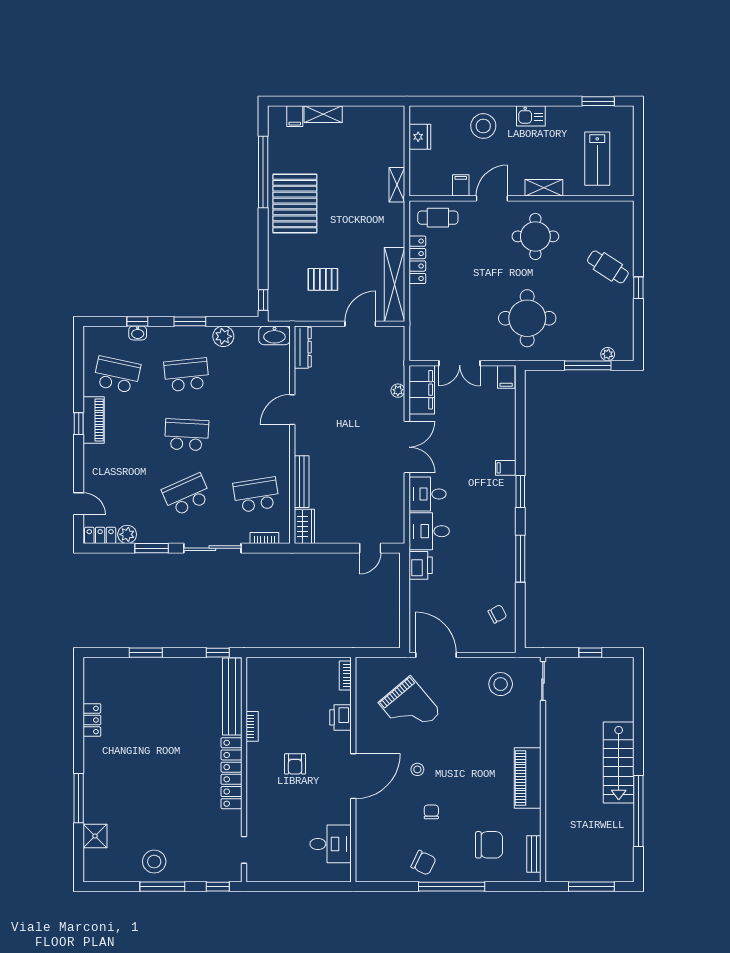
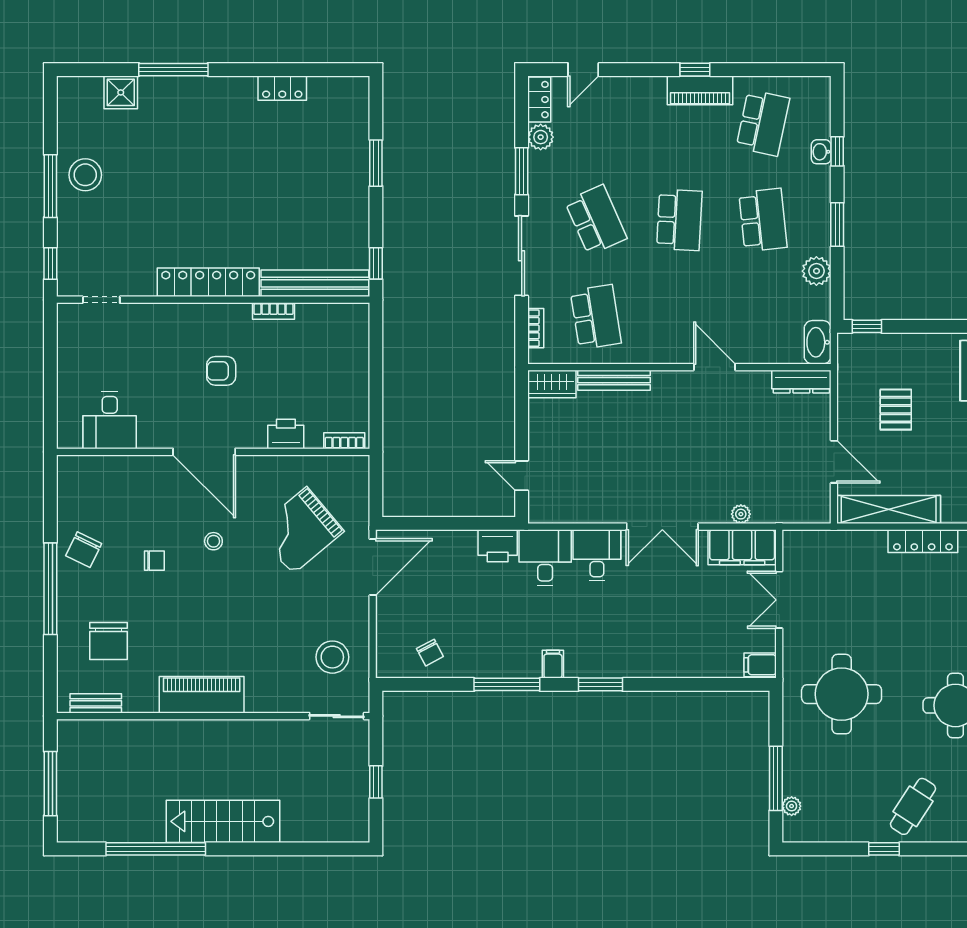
filing cabinet: (506, 468) -> (553, 664), moved

